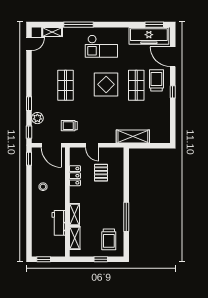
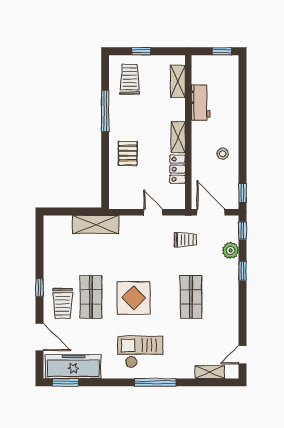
window: (78, 25) -> (155, 382), moved
pallet: (101, 173) -> (128, 153), moved
shelving: (75, 214) -> (178, 137), moved

